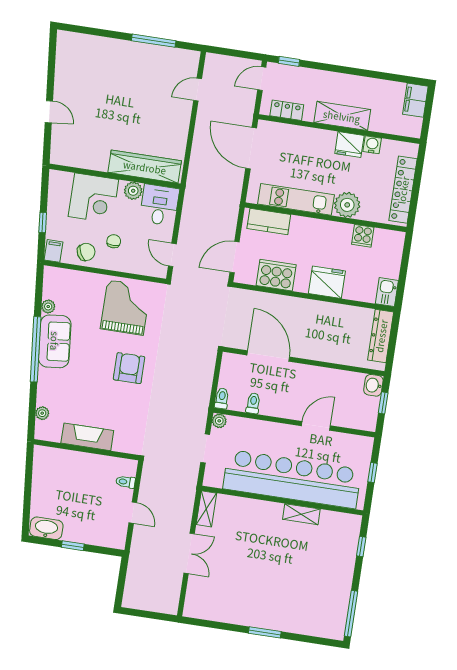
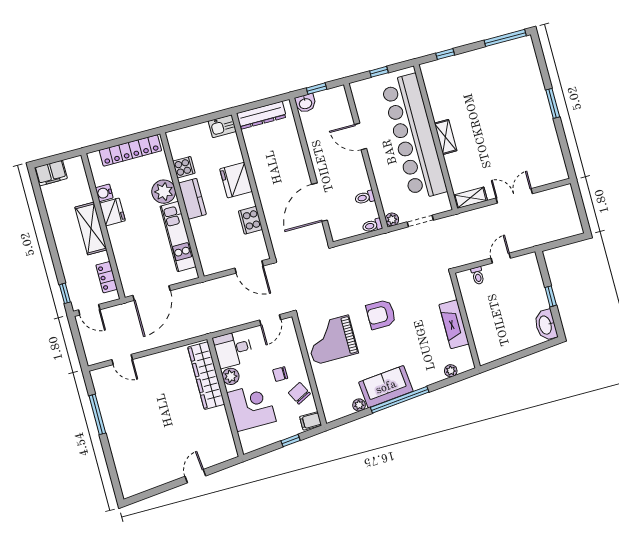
kitchen counter: (269, 221) -> (192, 199), moved
cooker: (276, 275) -> (250, 220), width x0.73, depth x0.76
shelving: (301, 514) -> (446, 137), moved

